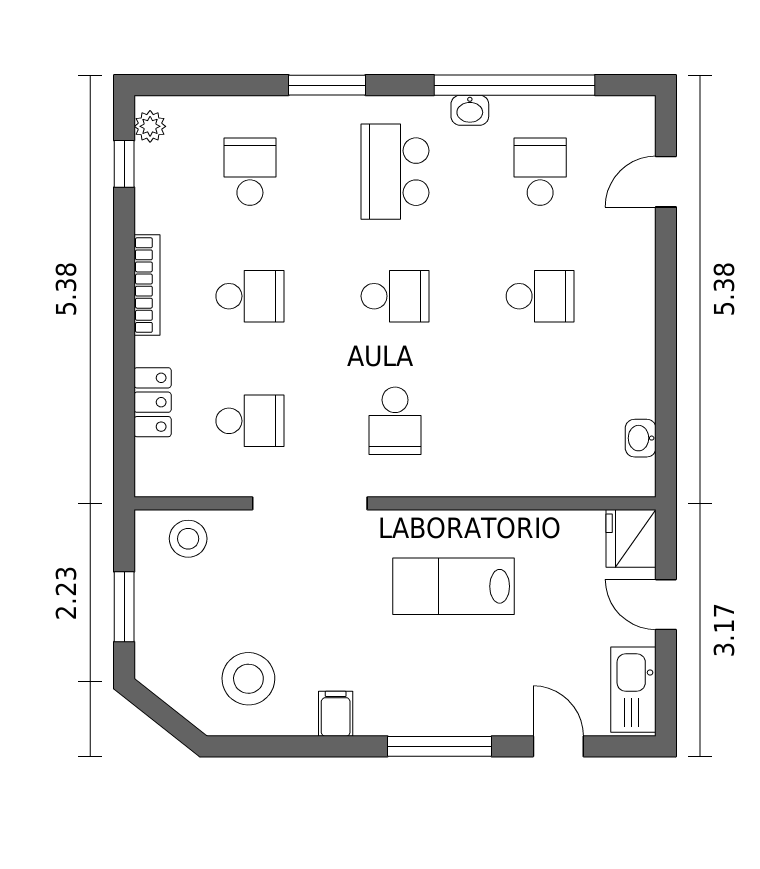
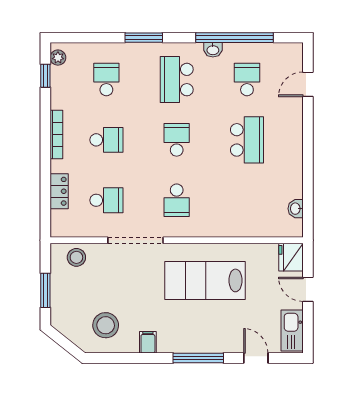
school desk: (395, 296) -> (177, 140), turned -90
school desk: (540, 296) -> (247, 140), width x1.85
lab bench: (453, 586) -> (205, 280), width x1.36, depth x1.39

